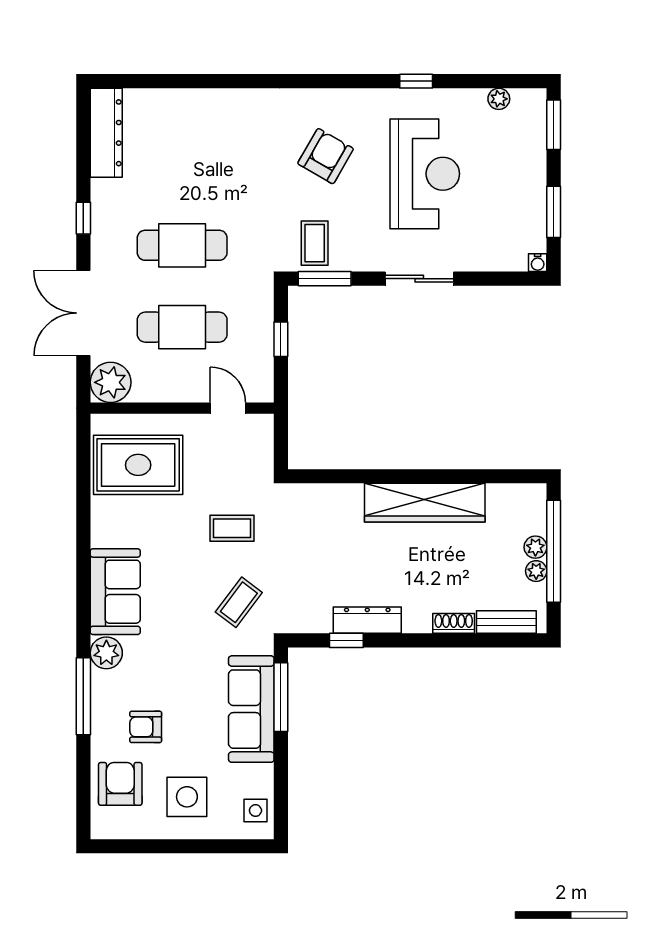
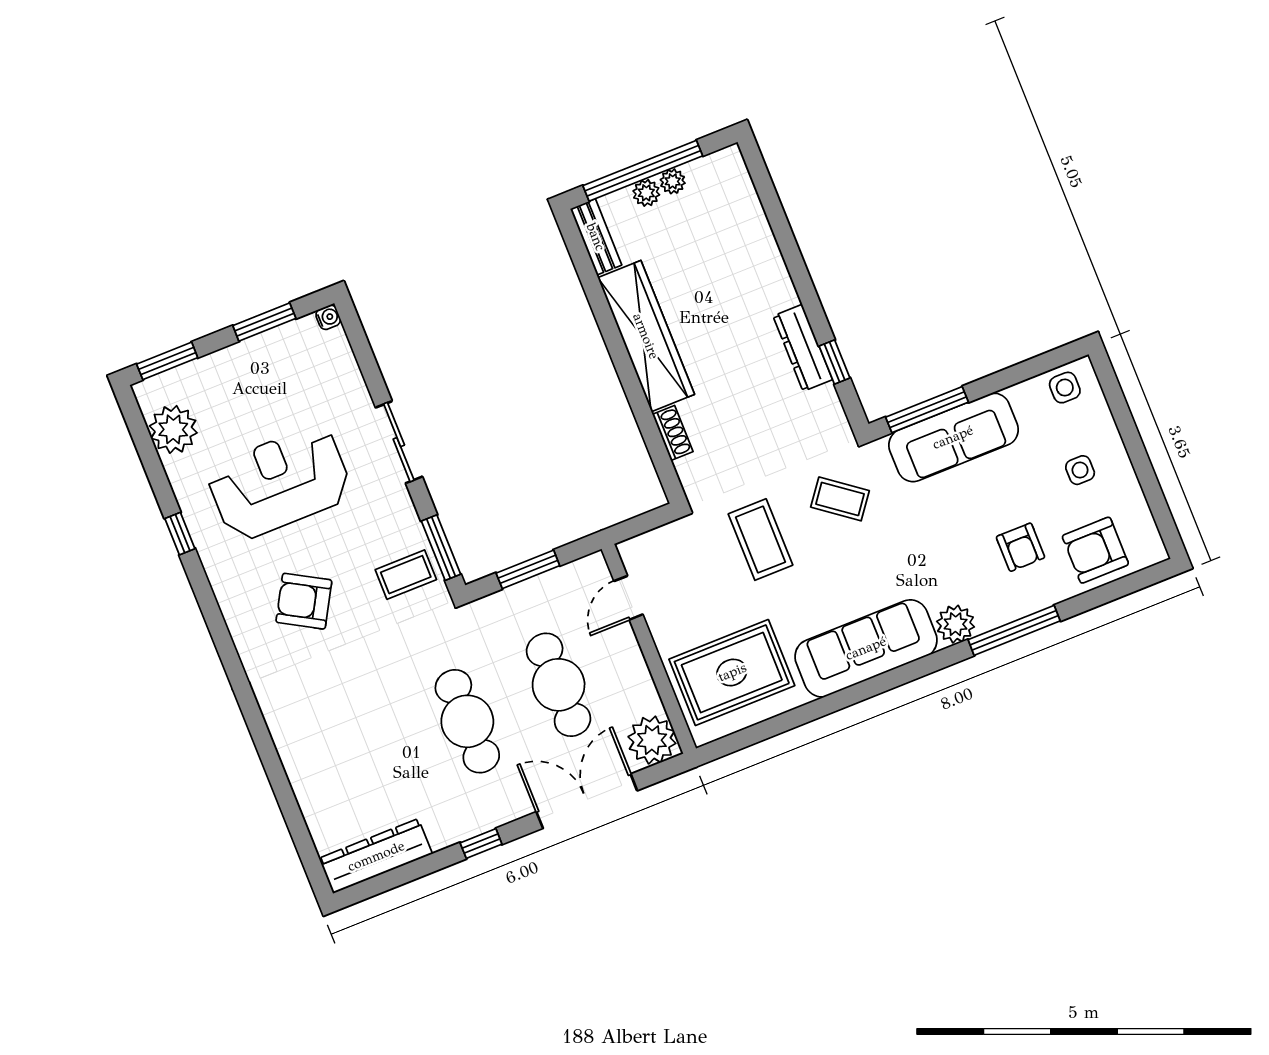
plant: (499, 99) -> (173, 429), width x1.88, depth x1.88
double door: (83, 313) -> (587, 801), swing flipped
window: (281, 339) -> (528, 569), width x1.50
rug: (138, 465) -> (732, 672), turned 90
coffee table: (232, 528) -> (761, 540), width x1.36, depth x1.30
sofa: (115, 592) -> (866, 648), width x1.36
bench: (506, 622) -> (596, 237), moved
shoe rack: (454, 623) -> (673, 433), moved, turned 180
side table: (187, 797) -> (1080, 470), width x0.54, depth x0.54

